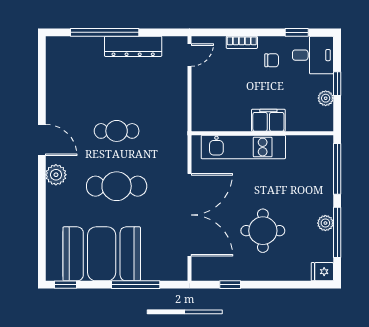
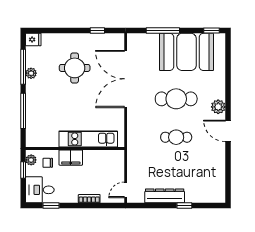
window: (105, 32) -> (184, 206), width x0.32
chair: (272, 60) -> (48, 163), moved
filing cabinet: (268, 120) -> (71, 158), moved
wall: (262, 133) -> (75, 148), moved
kitchen unit: (243, 147) -> (88, 139), moved

